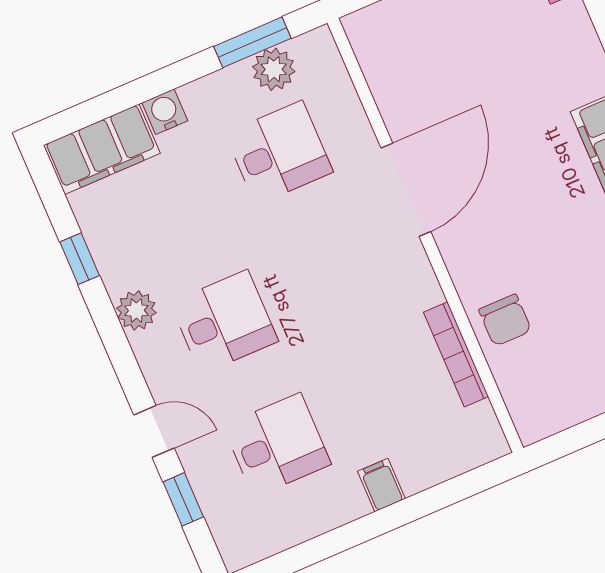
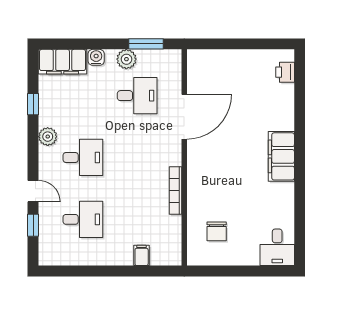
plant: (274, 69) -> (126, 59), moved
door: (406, 190) -> (184, 117), moved
chair: (505, 320) -> (217, 231), moved
bookcase: (456, 354) -> (175, 190), moved
filing cabinet: (381, 485) -> (142, 255), moved

